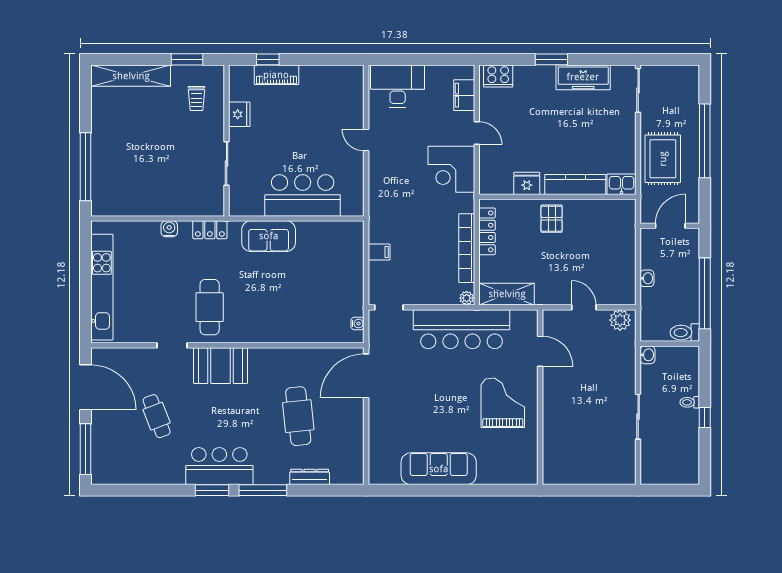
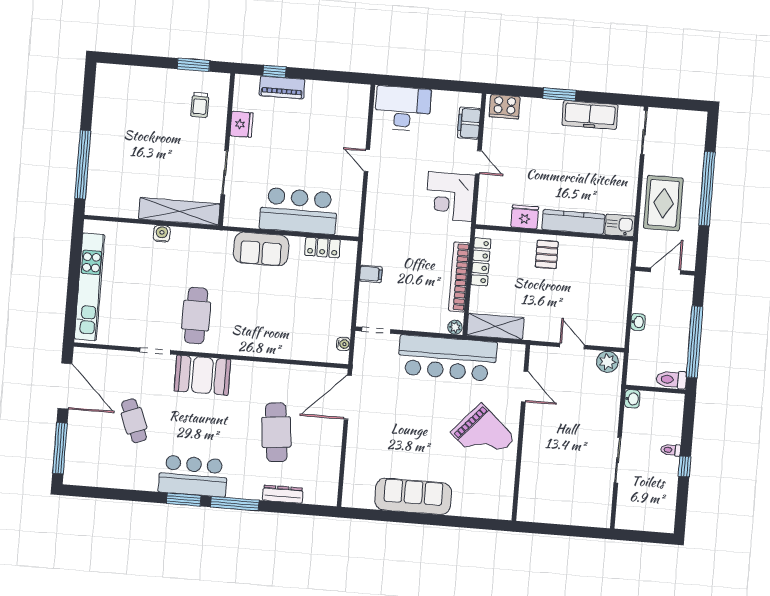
shelving: (131, 76) -> (179, 211), moved
locker: (210, 230) -> (322, 248), moved
grand piano: (503, 403) -> (483, 435), turned 132

